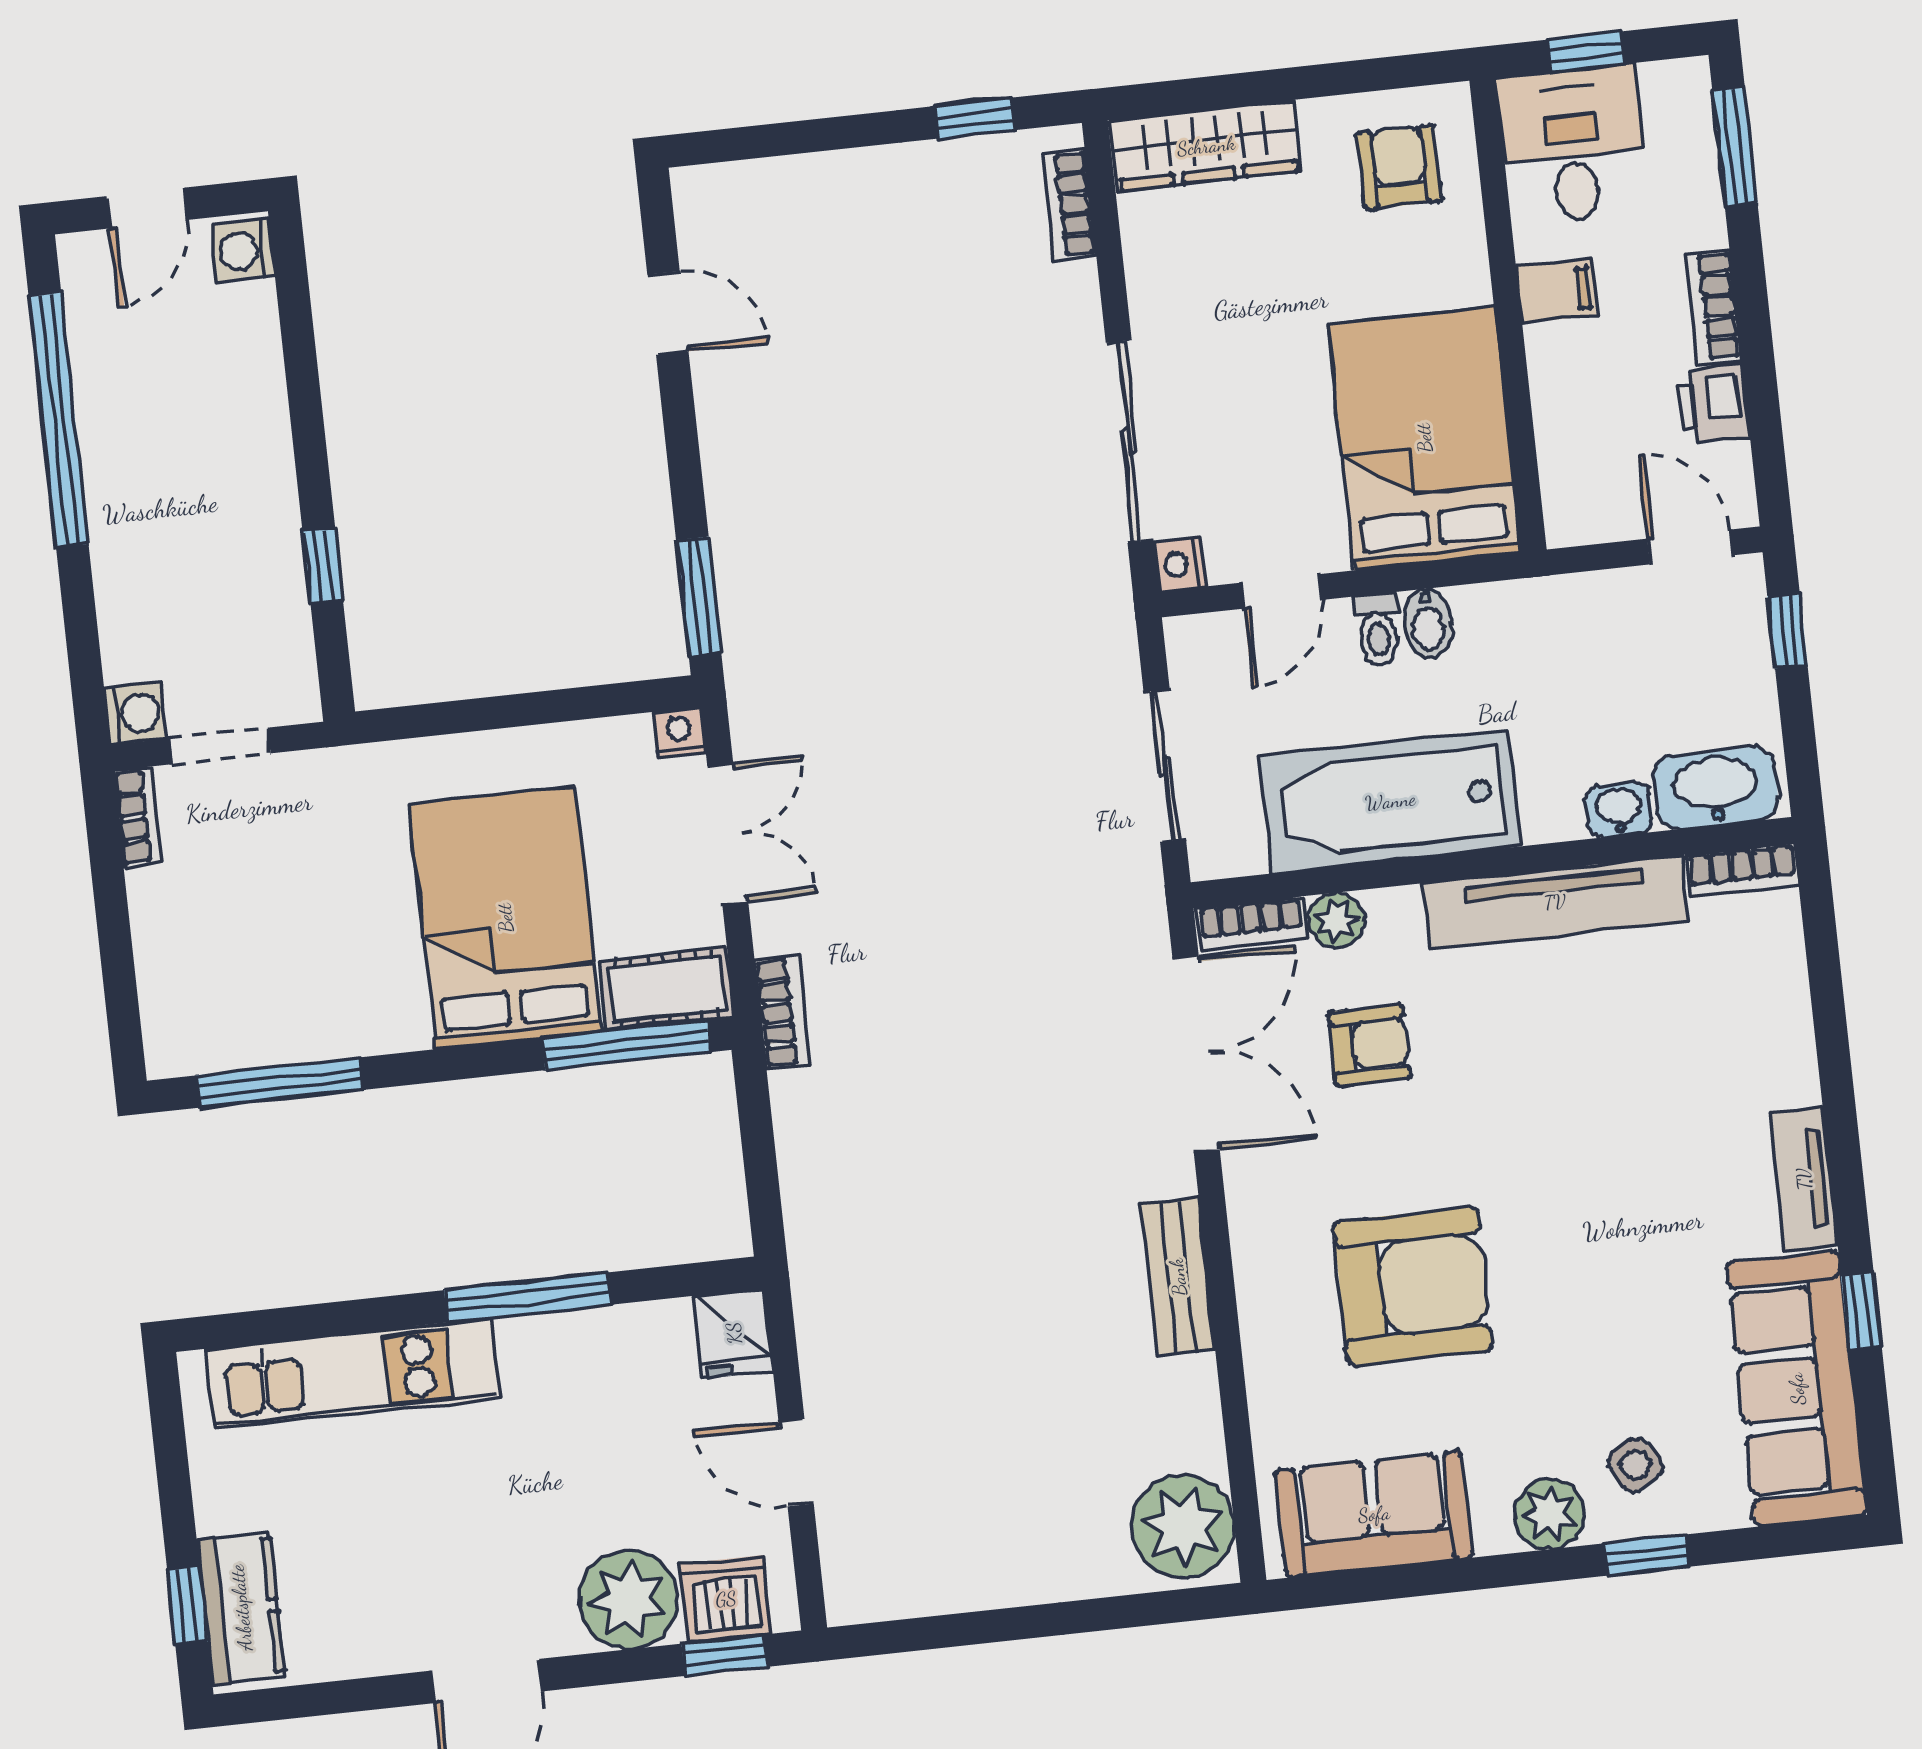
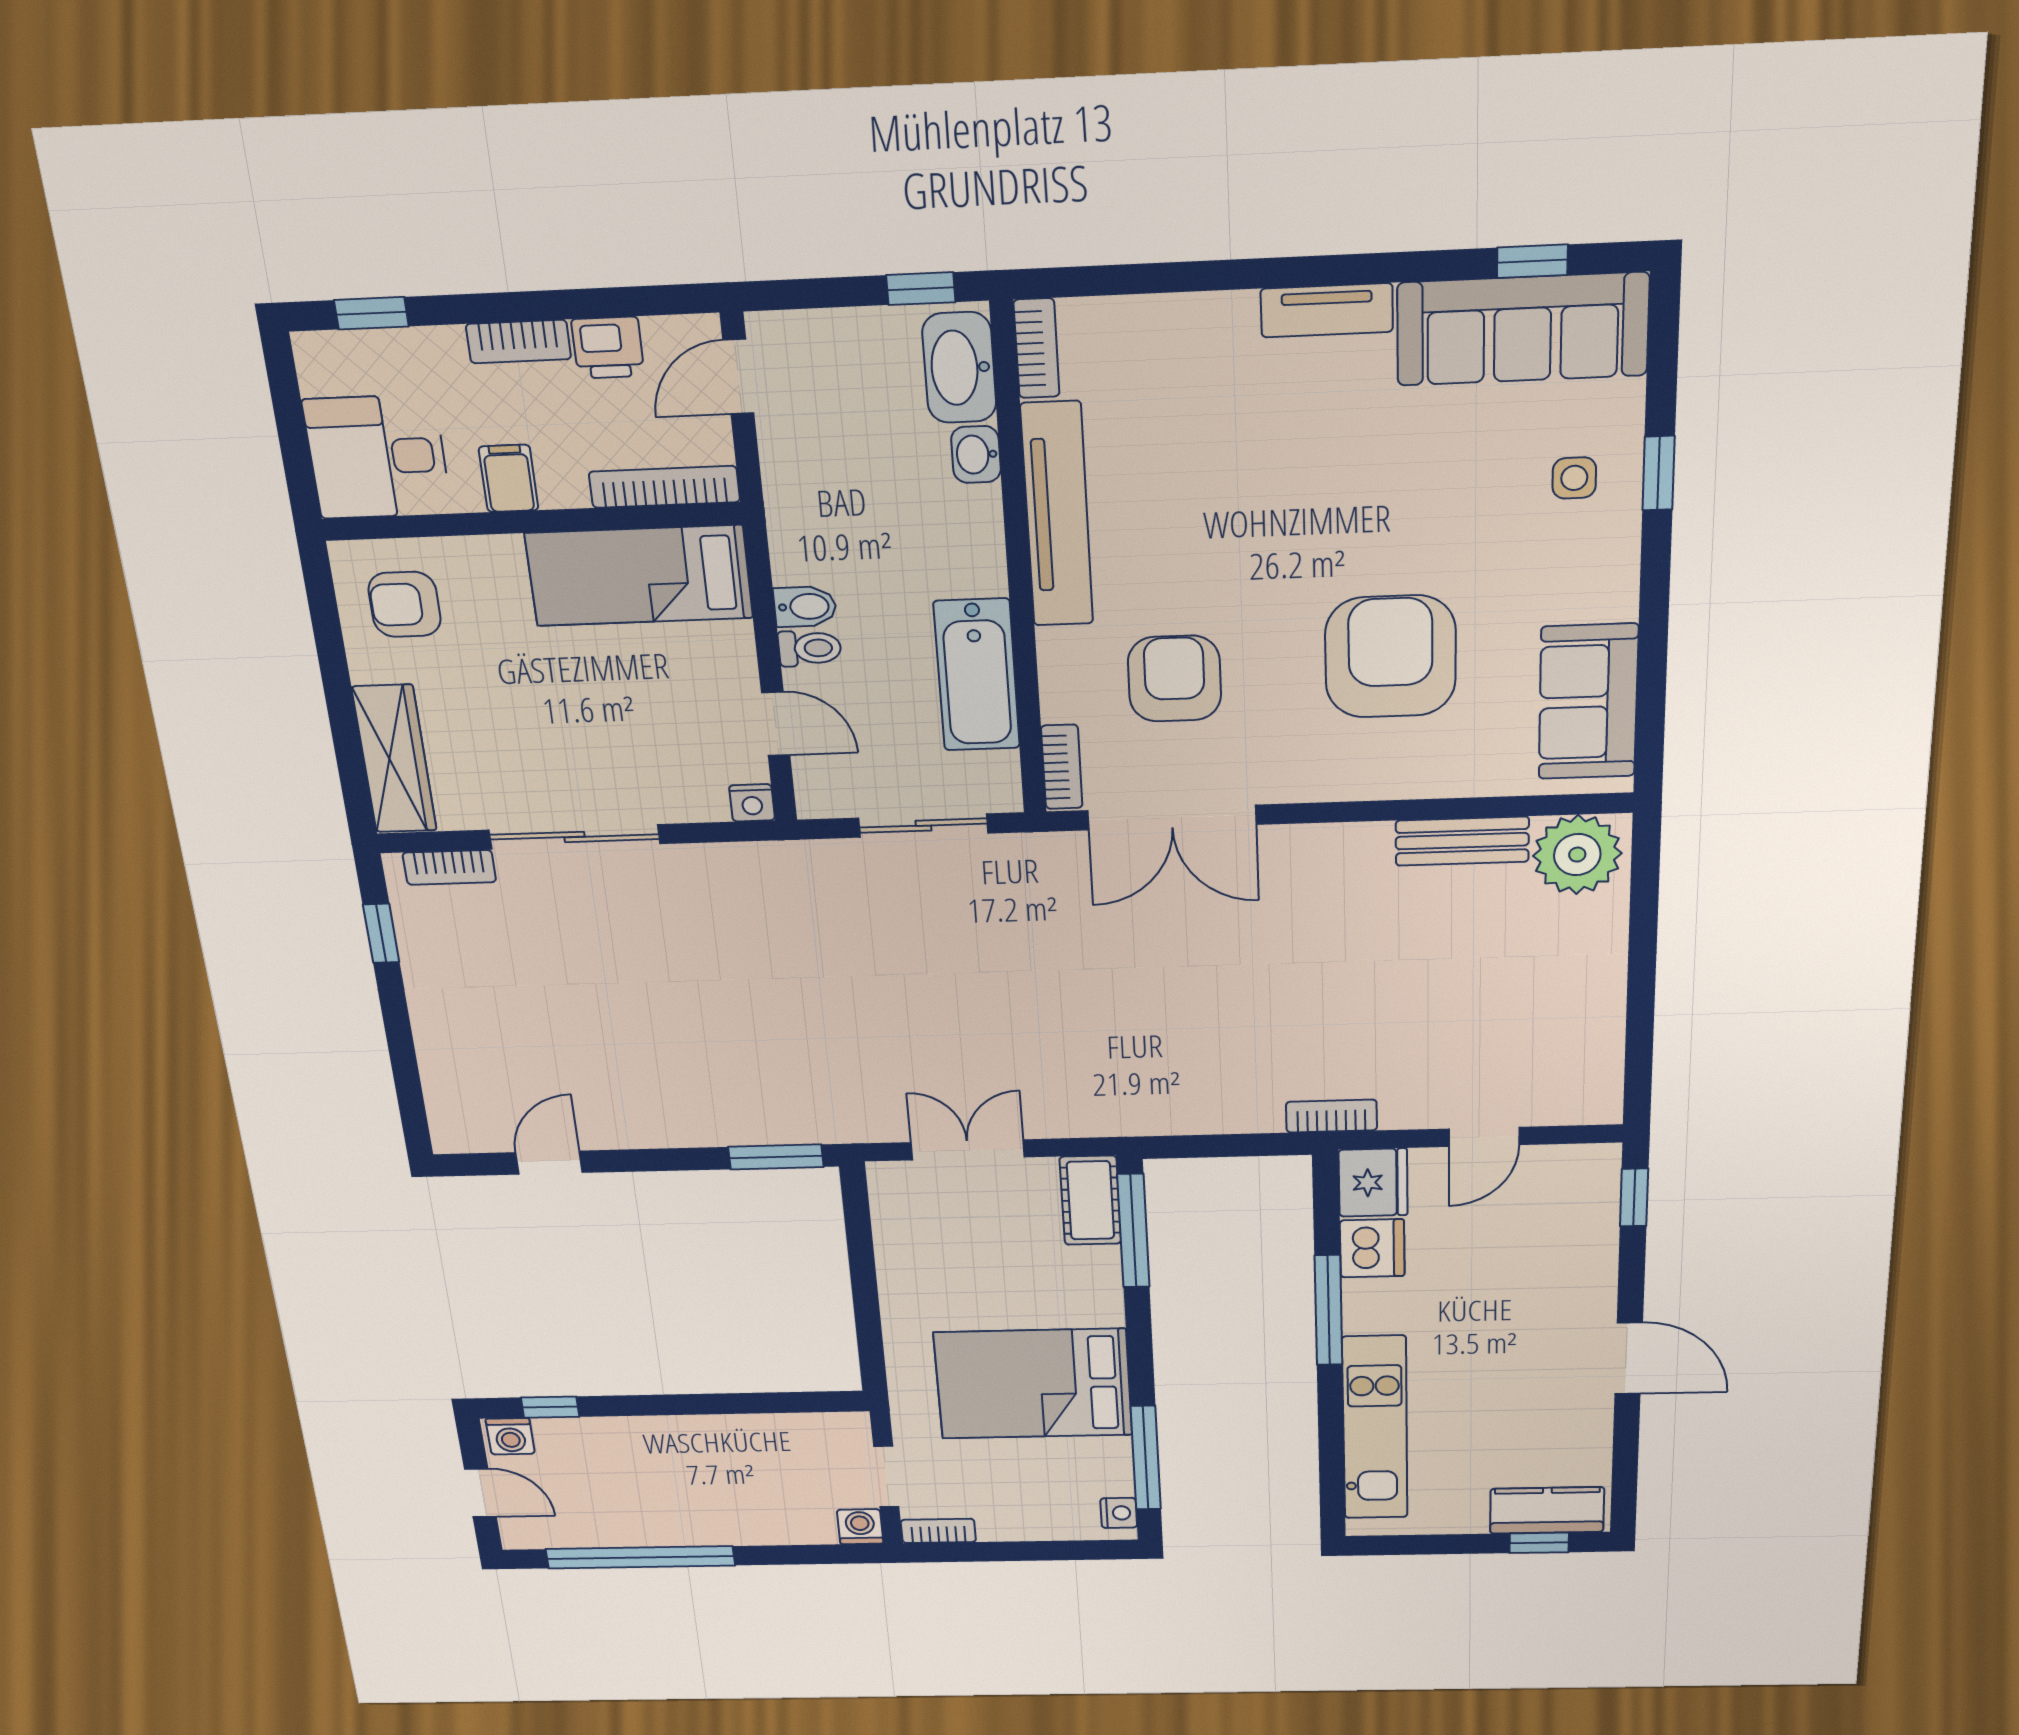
window: (1587, 52) -> (293, 439), removed
window: (1735, 147) -> (371, 313), width x0.67
bed: (1424, 438) -> (639, 576), width x0.67
sliding door: (1130, 442) -> (574, 837), moved
bookcase: (1559, 465) -> (664, 487), added
window: (323, 566) -> (550, 1407), moved
window: (1787, 631) -> (921, 289), moved
nightstand: (679, 732) -> (1119, 1513), moved, turned 180
bathtub: (1390, 801) -> (977, 675), width x0.73, depth x0.73
bed: (505, 918) -> (1033, 1384), moved
plant: (1337, 920) -> (1063, 698), removed
bookcase: (782, 1012) -> (1331, 1116), moved
armchair: (1369, 1045) -> (1174, 679), width x1.38, depth x1.38
double door: (1196, 1054) -> (1172, 817), swing flipped
bench: (1178, 1277) -> (1462, 841), moved
window: (1861, 1312) -> (1532, 261), moved
fridge: (734, 1333) -> (1373, 1183), width x1.38
side table: (1635, 1465) -> (1574, 478), turned 31
plant: (1550, 1514) -> (1609, 555), removed
dishwasher: (726, 1599) -> (1372, 1248), moved, turned 180
plant: (628, 1600) -> (1579, 1260), removed

